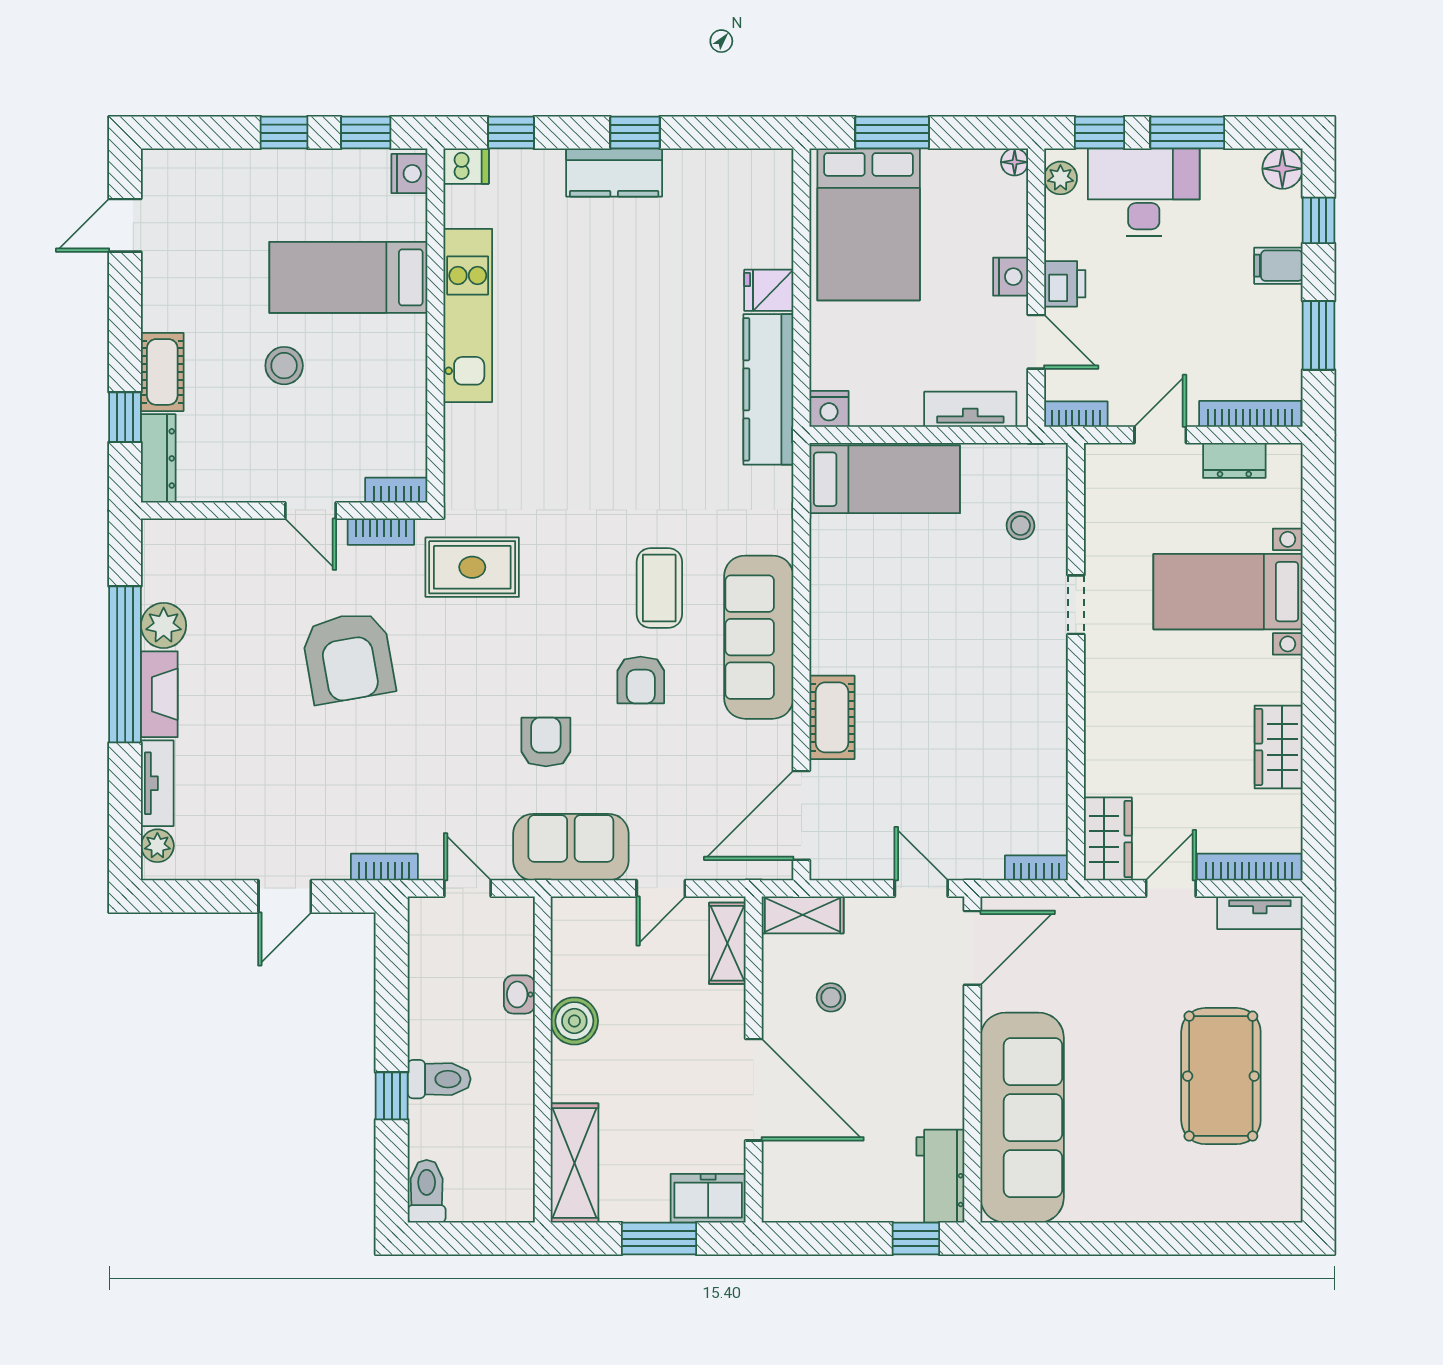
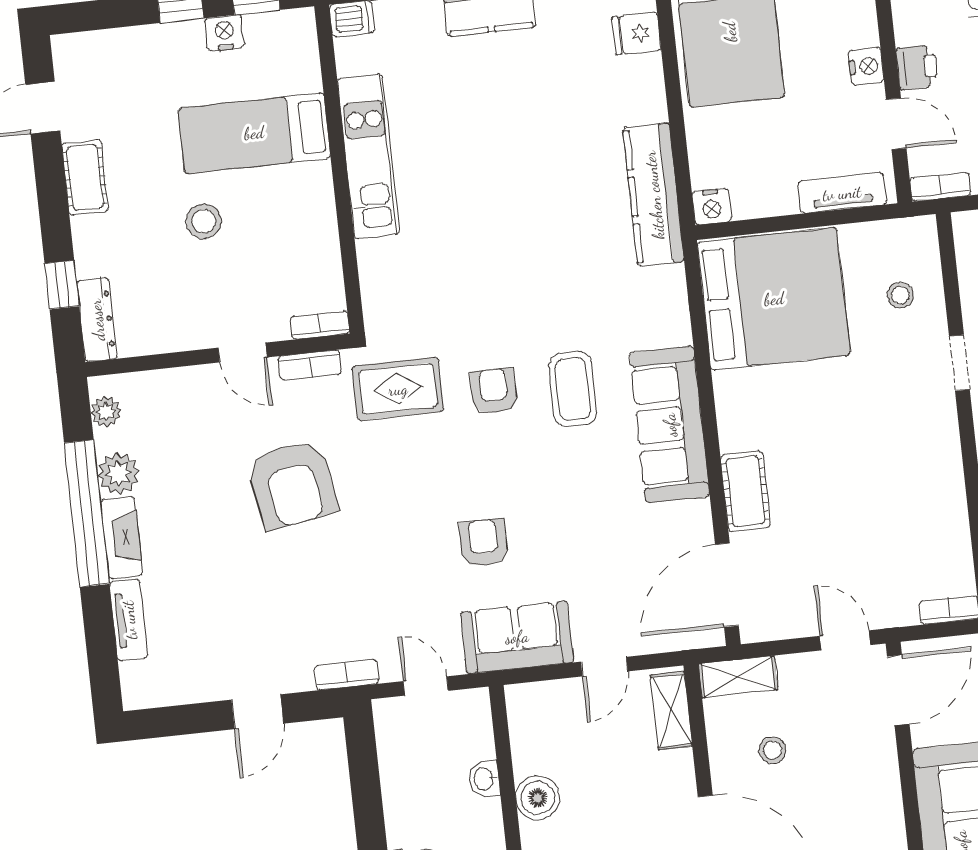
nightstand: (409, 174) -> (224, 33), moved, turned -90
fridge: (769, 290) -> (637, 34), moved
cot: (162, 372) -> (85, 177), moved
bed: (885, 479) -> (774, 299), width x2.04
armchair: (641, 680) -> (494, 391), moved, turned 180
plant: (157, 846) -> (106, 412), moved

